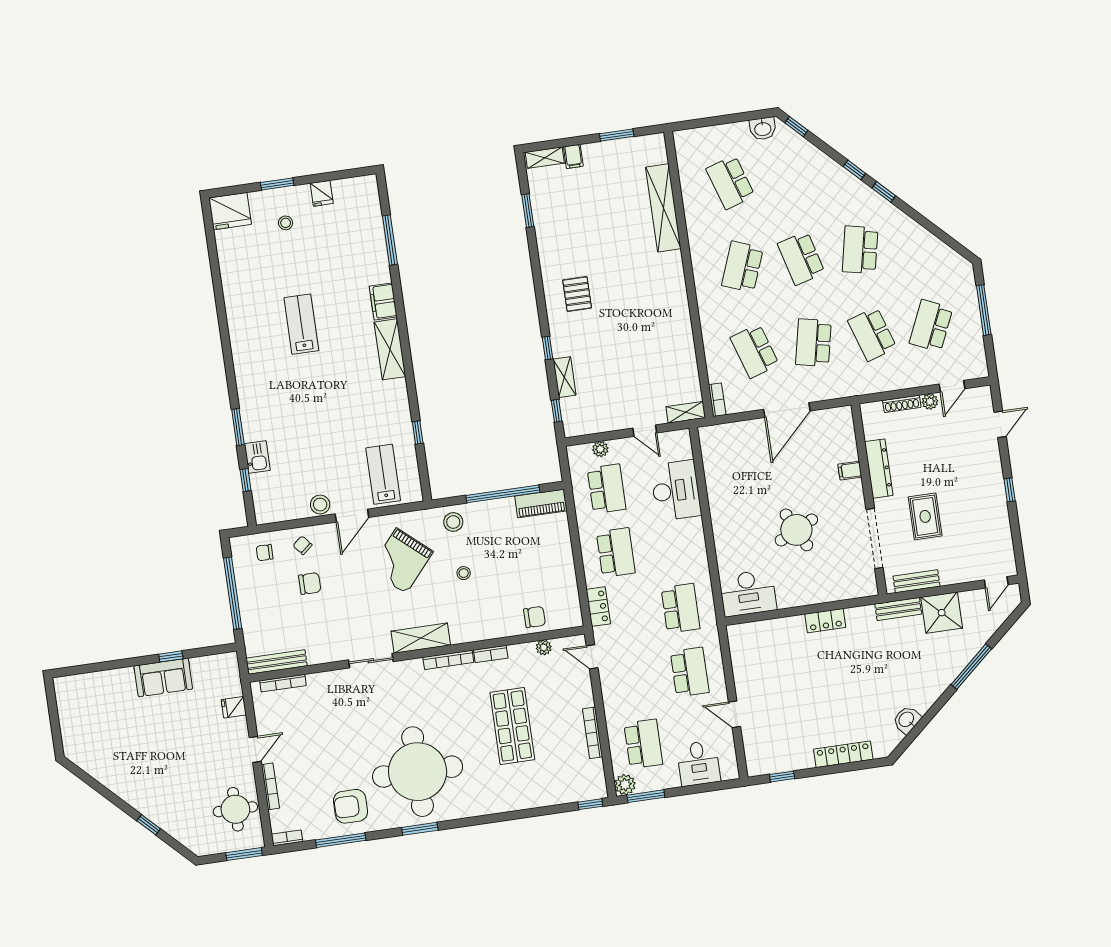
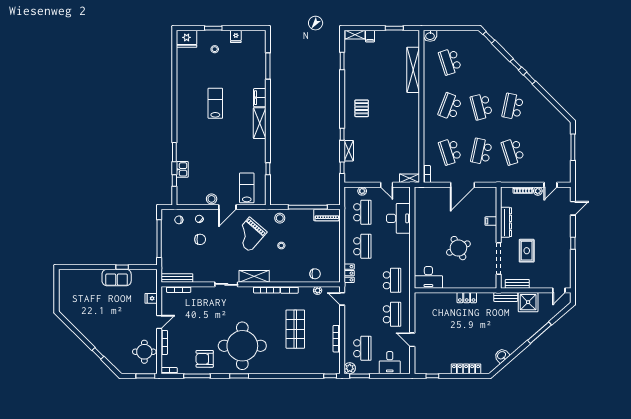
washbasin: (763, 129) -> (430, 36), moved
school desk: (931, 326) -> (544, 151), removed

